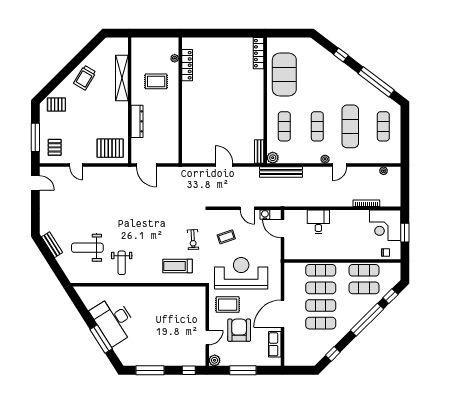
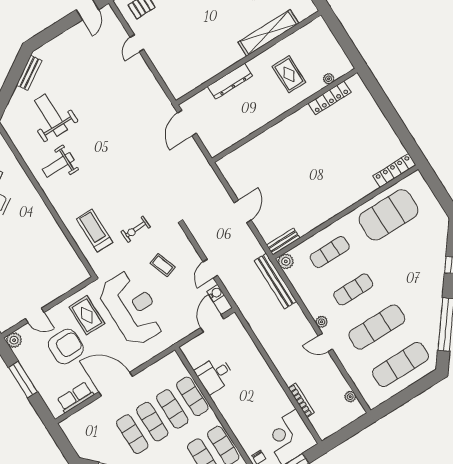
exercise mat: (383, 126) -> (400, 364), width x1.36, depth x1.45
pallet: (110, 148) -> (180, 70), removed
desk: (318, 222) -> (215, 375), moved, turned 180

